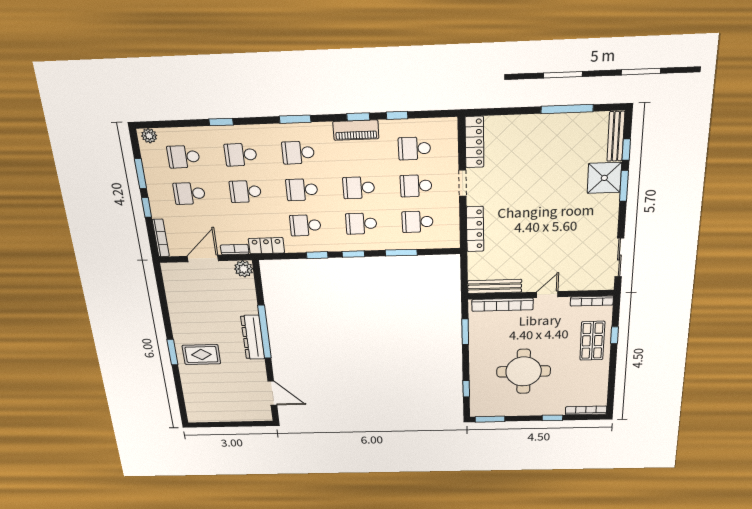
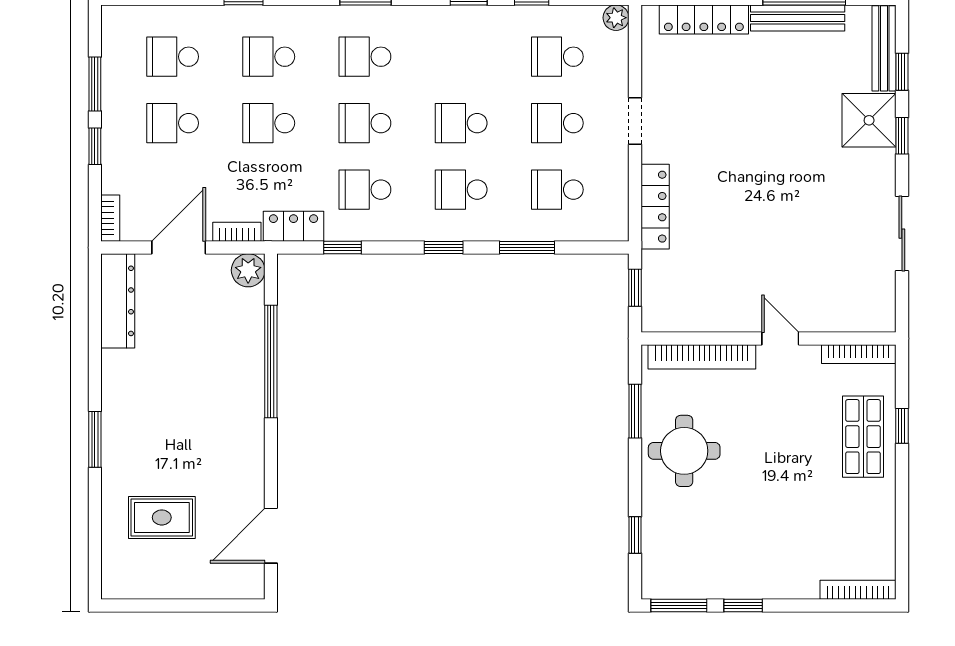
piano: (356, 130) -> (463, 21), removed
plant: (149, 136) -> (616, 18), moved
locker: (474, 142) -> (704, 20), moved, turned 90
window: (624, 186) -> (902, 136), width x0.67
bookcase: (161, 238) -> (110, 218), width x0.64
window: (317, 255) -> (343, 248), moved
sliding door: (619, 257) -> (902, 234), moved
window: (464, 271) -> (635, 288), added
bench: (495, 286) -> (798, 18), moved
door: (547, 294) -> (780, 339), hinge flipped
window: (265, 332) -> (271, 362), moved
dresser: (253, 337) -> (118, 301), moved, turned 180
rug: (201, 355) -> (162, 517), moved
round table: (524, 371) -> (684, 451), moved, width x0.73, depth x0.73
door: (272, 393) -> (271, 536), swing flipped
window: (552, 418) -> (743, 606), moved

